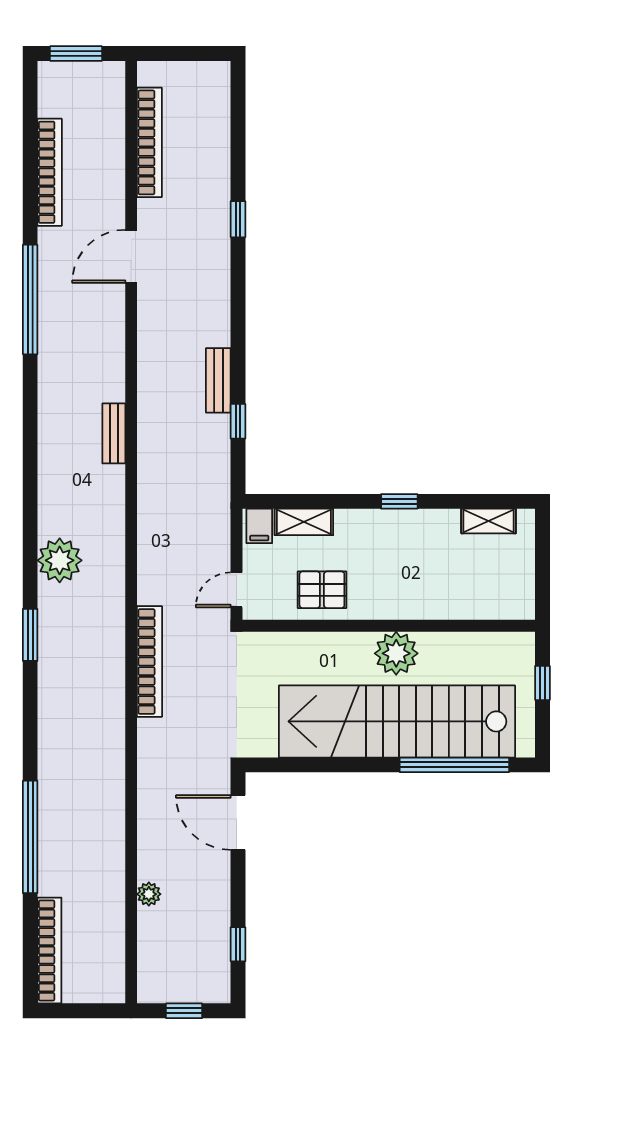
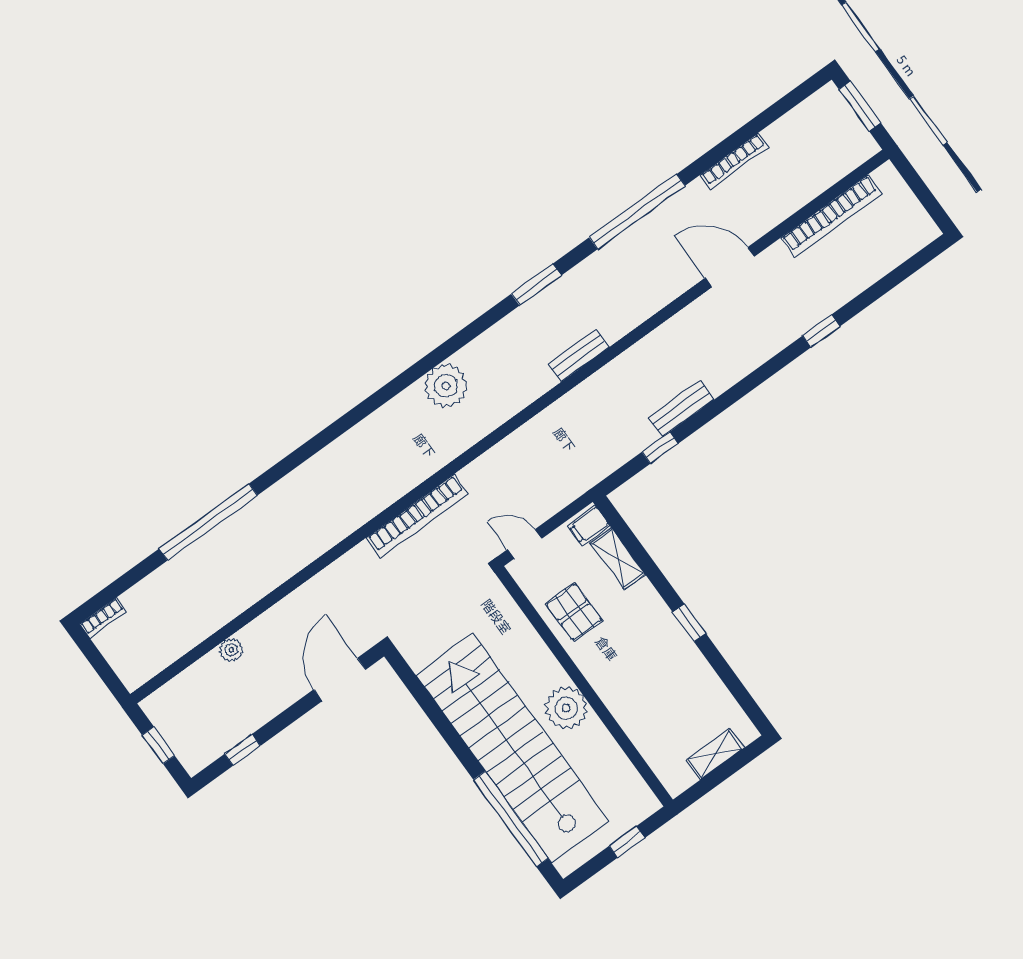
bookcase: (50, 172) -> (734, 161), width x0.68, depth x0.76
shelving: (489, 521) -> (715, 754), moved, turned 90
window: (30, 635) -> (536, 285), moved
bookcase: (49, 951) -> (103, 618), width x0.43, depth x0.76

